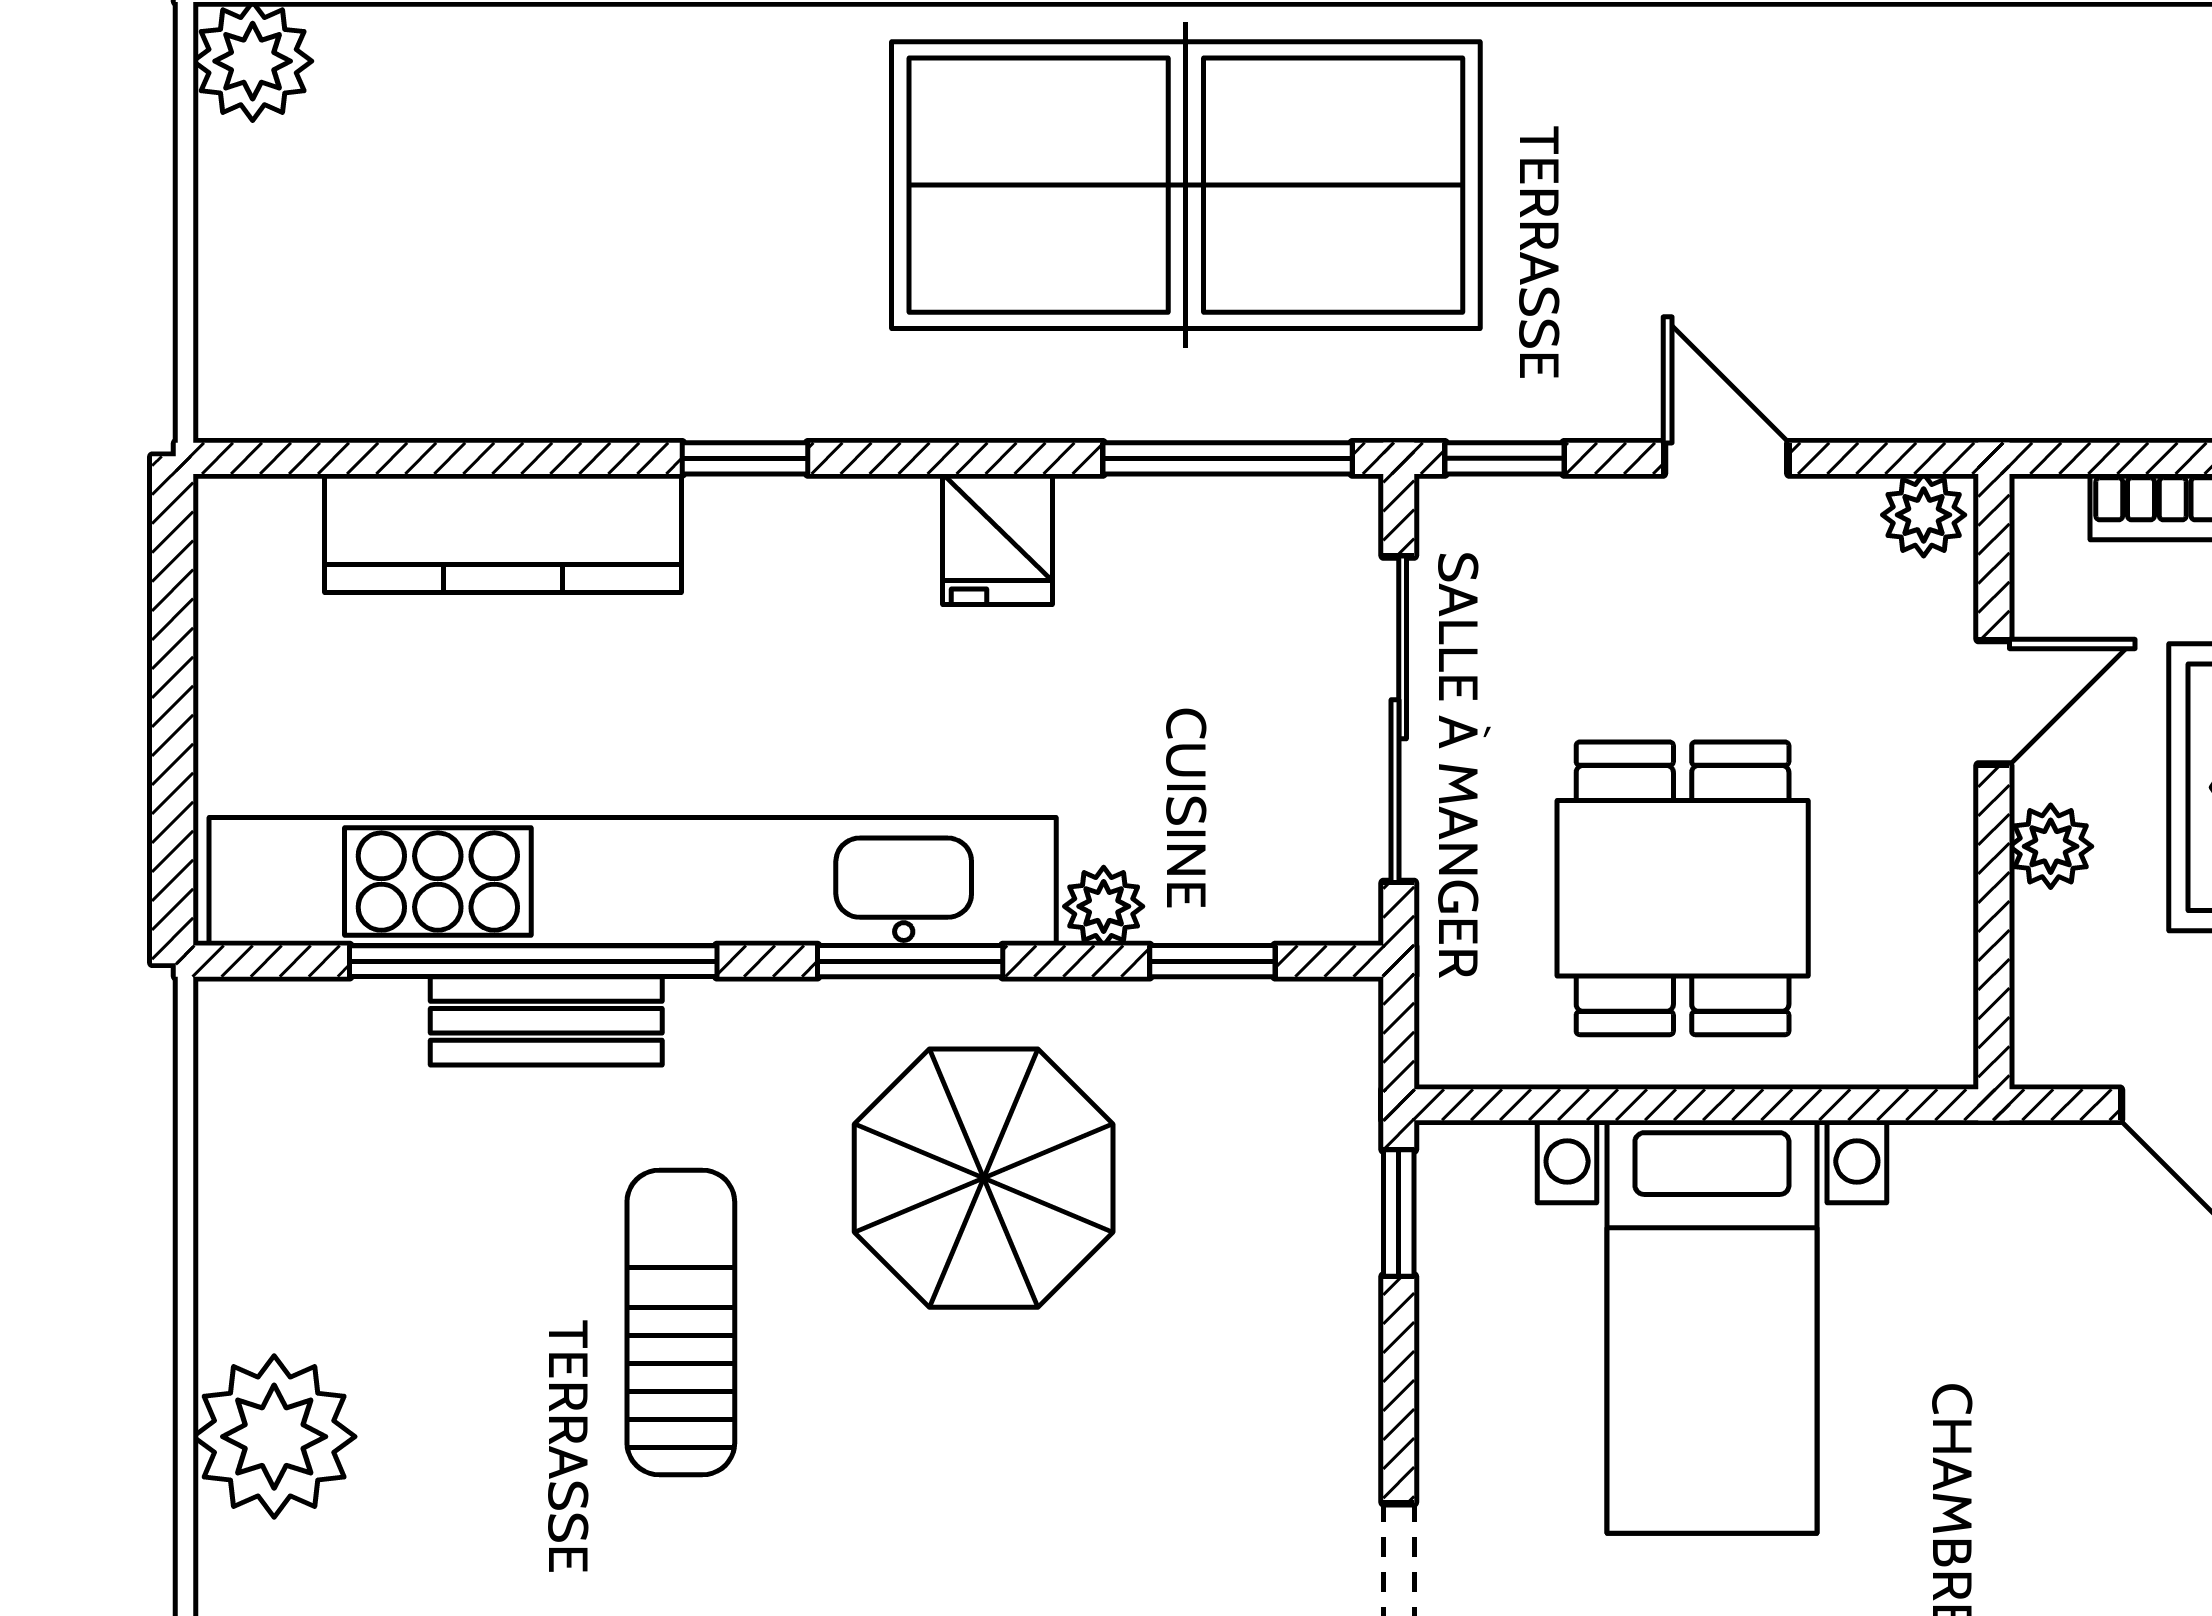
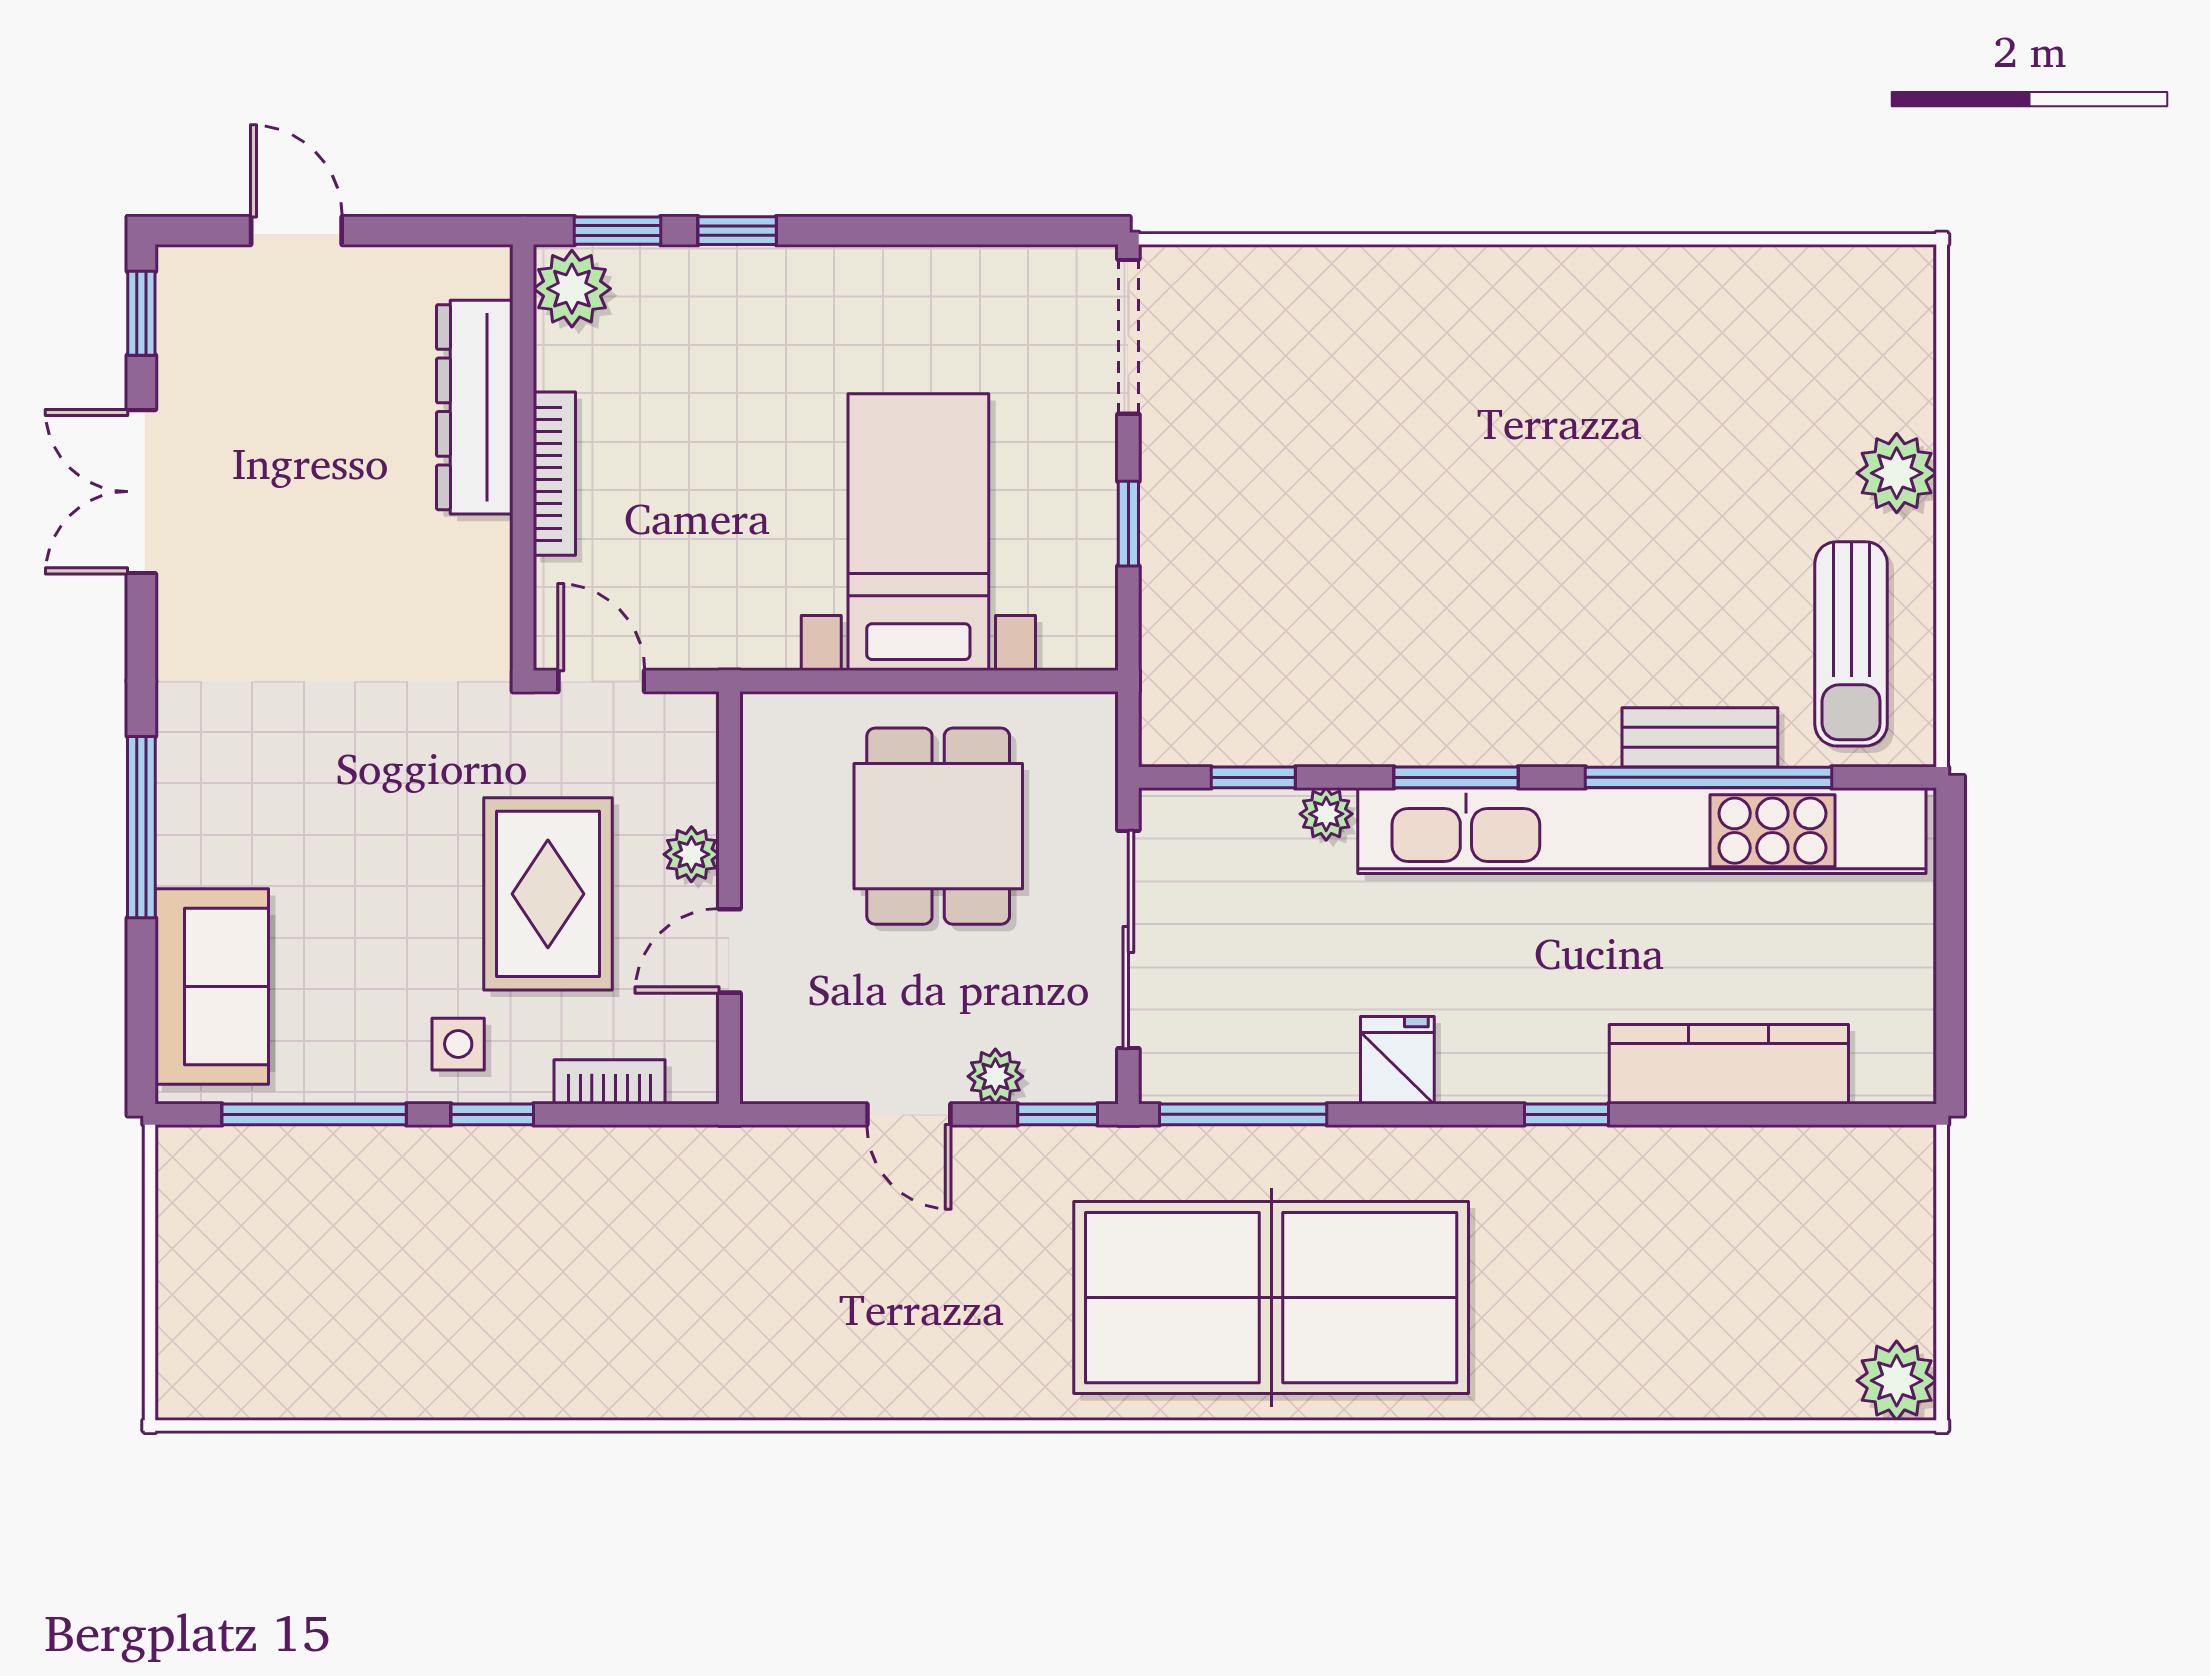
plant: (1924, 515) -> (995, 1076), moved
parasol: (984, 1178) -> (1407, 632), removed
window: (1399, 1213) -> (1128, 524), moved
sun lounger: (681, 1322) -> (1851, 644), moved
plant: (274, 1437) -> (1897, 473), width x0.73, depth x0.73

